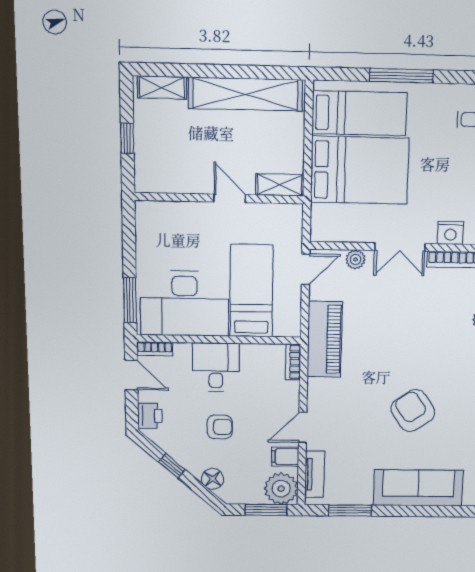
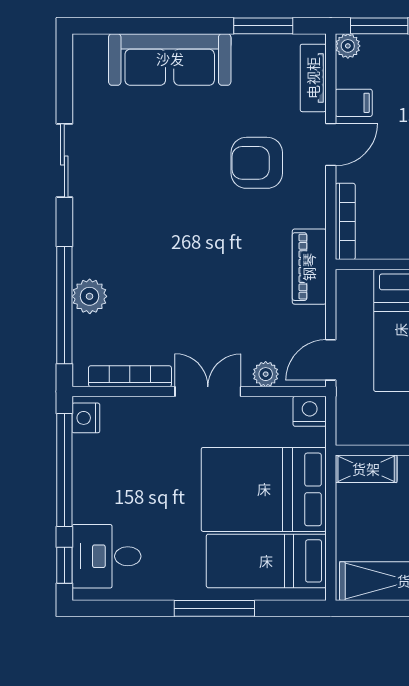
nightstand: (450, 233) -> (310, 411), moved
piano: (325, 339) -> (309, 267), width x0.73, depth x0.75
bookcase: (293, 362) -> (345, 221), width x1.56
armchair: (413, 411) -> (257, 163), moved, turned 124
plant: (281, 489) -> (348, 46), width x0.53, depth x0.53

